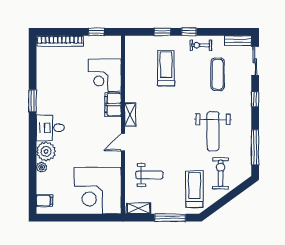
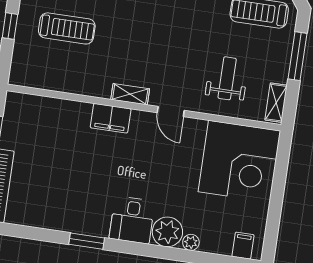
treadmill: (166, 68) -> (67, 28), turned 180
corner desk: (105, 75) -> (63, 124), removed

